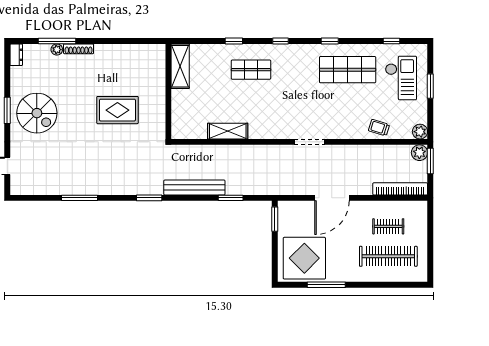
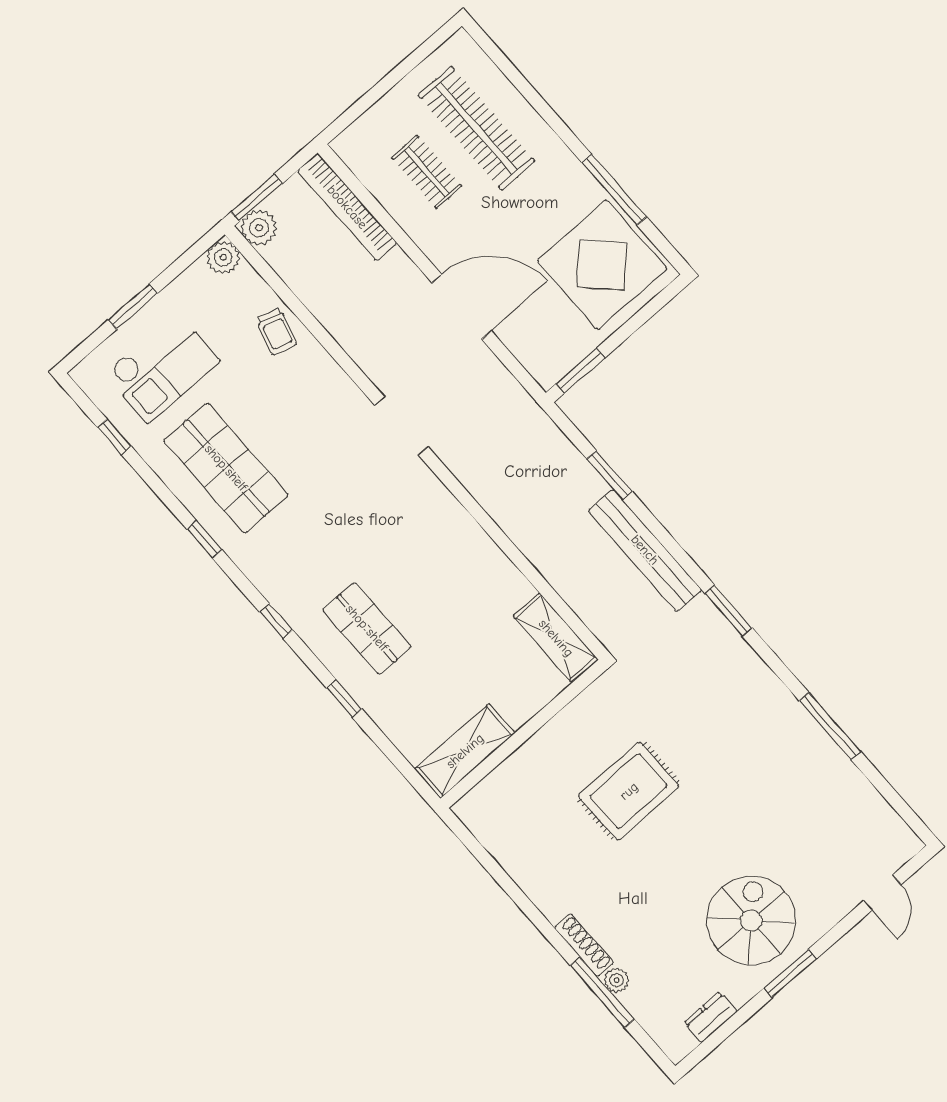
dresser: (16, 55) -> (711, 1017), moved
checkout: (401, 78) -> (162, 367), turned 180
rug: (117, 110) -> (629, 791), turned 90
shelving: (228, 131) -> (556, 638), moved

